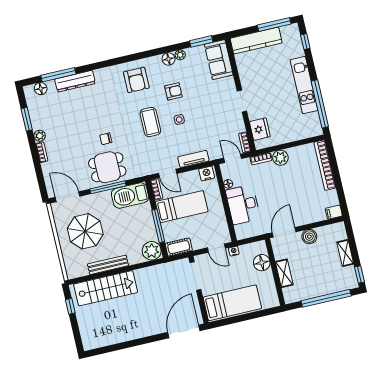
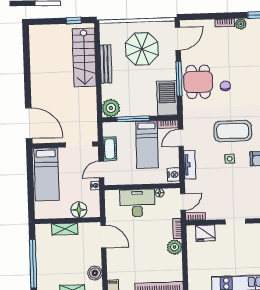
coffee table: (150, 122) -> (233, 131), width x1.36, depth x1.32
boiler: (309, 237) -> (95, 273), moved
cot: (179, 247) -> (110, 149), moved

